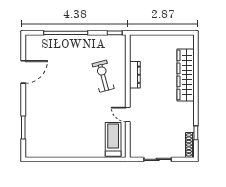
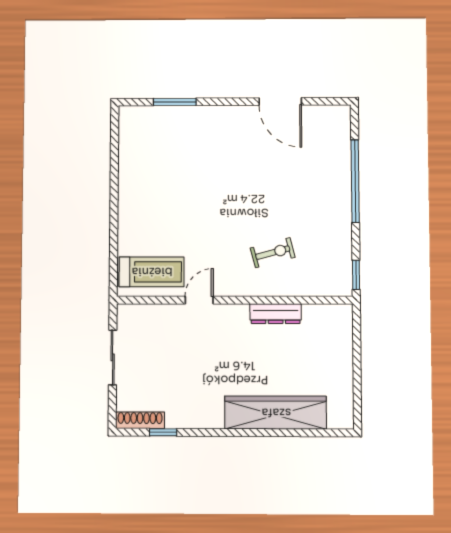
exercise bike: (103, 76) -> (273, 253), width x0.73, depth x0.72

